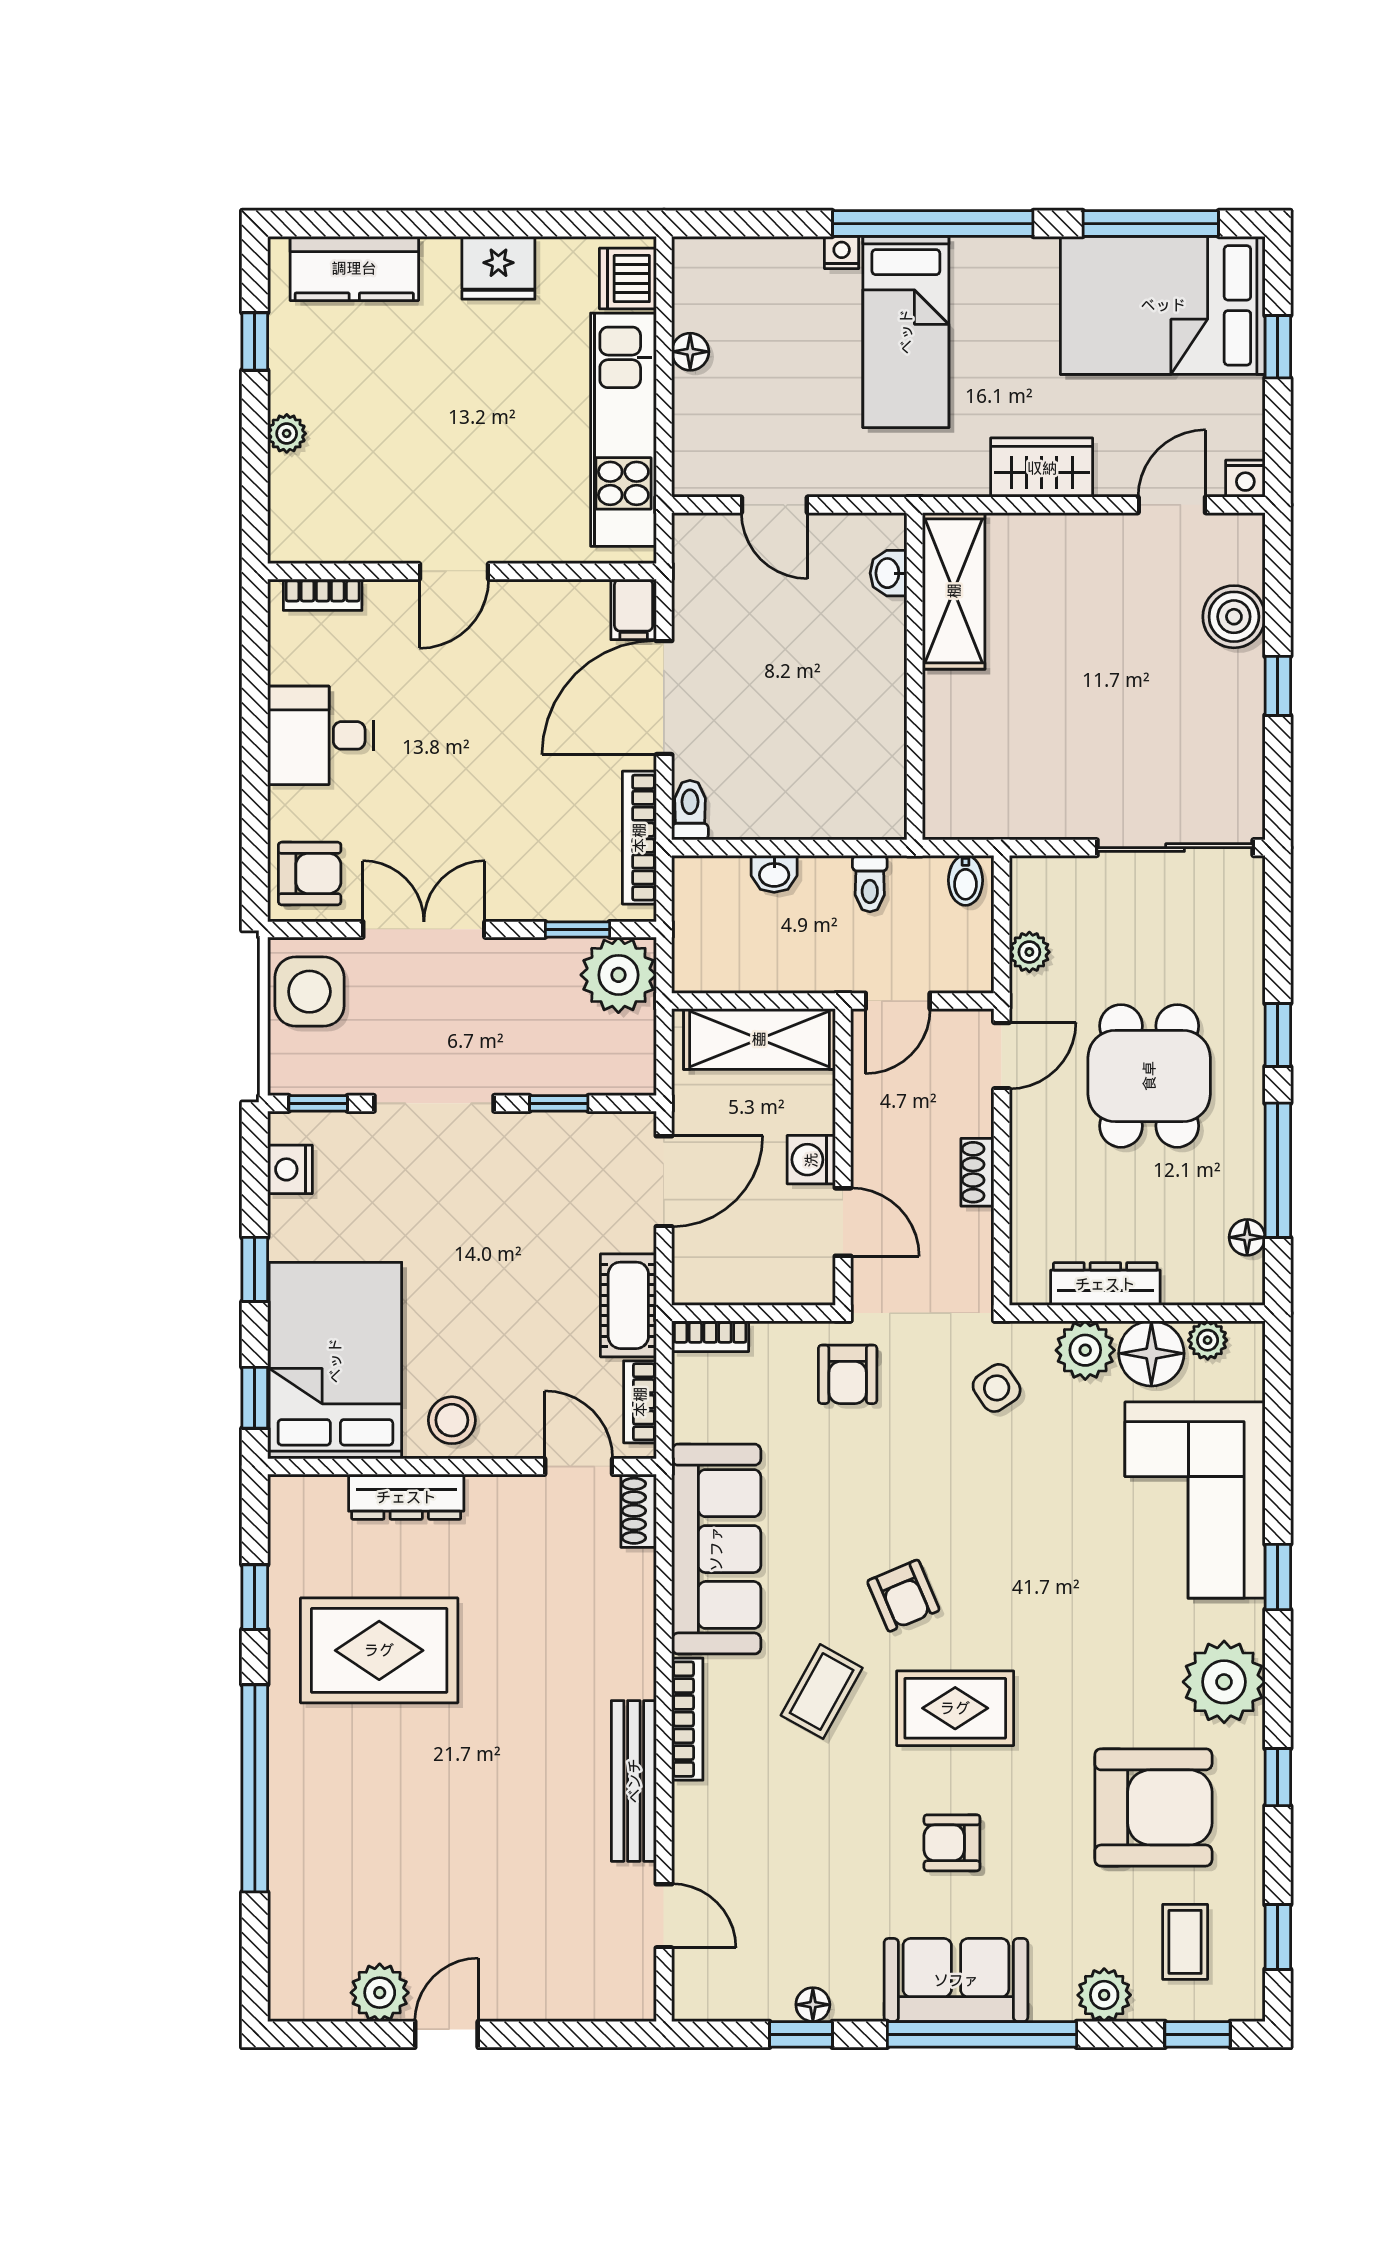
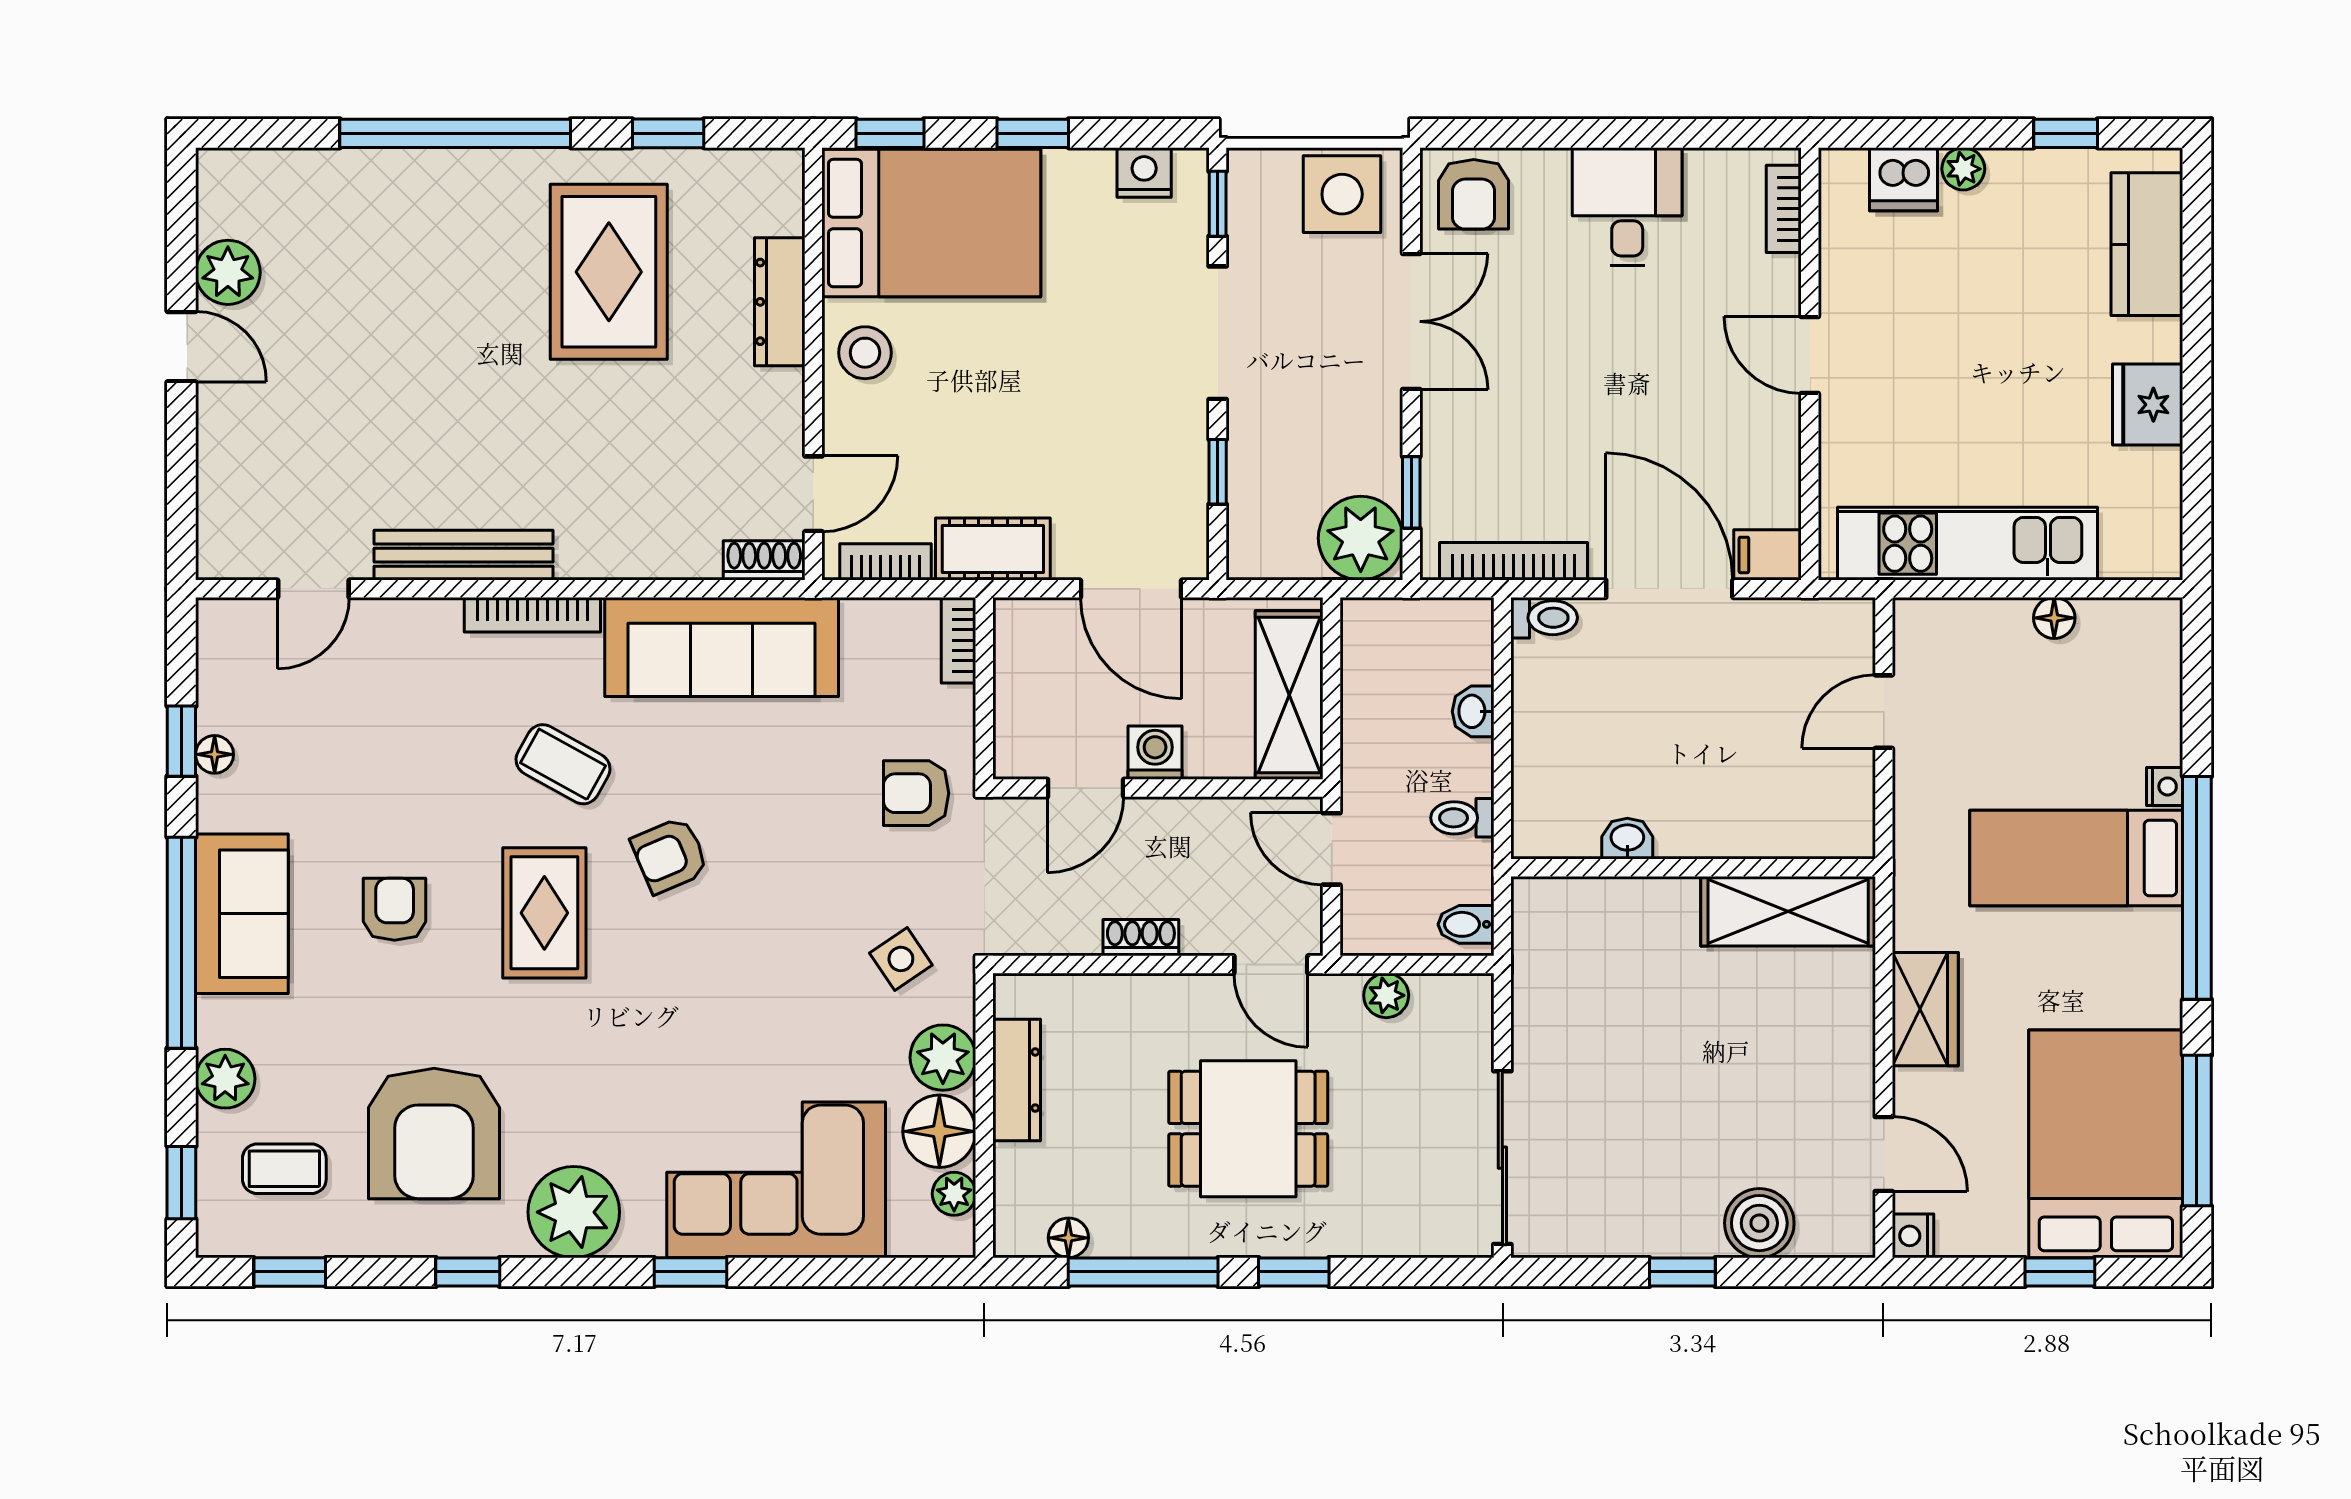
dishwasher: (628, 279) -> (1904, 179), moved, turned 180
washbasin: (889, 573) -> (1627, 839), moved

